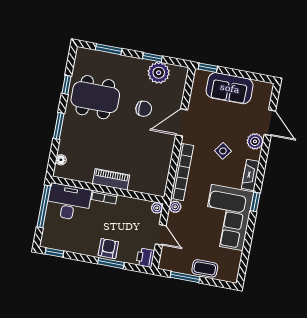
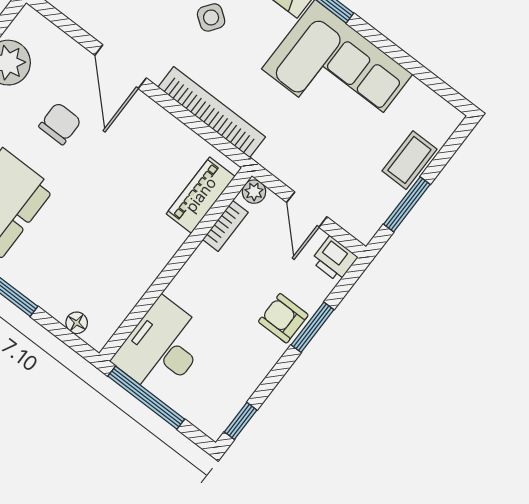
piano: (111, 179) -> (201, 195), moved
bookcase: (104, 197) -> (225, 226), moved
plant: (175, 207) -> (269, 157), removed
door: (161, 235) -> (307, 210), swing flipped

